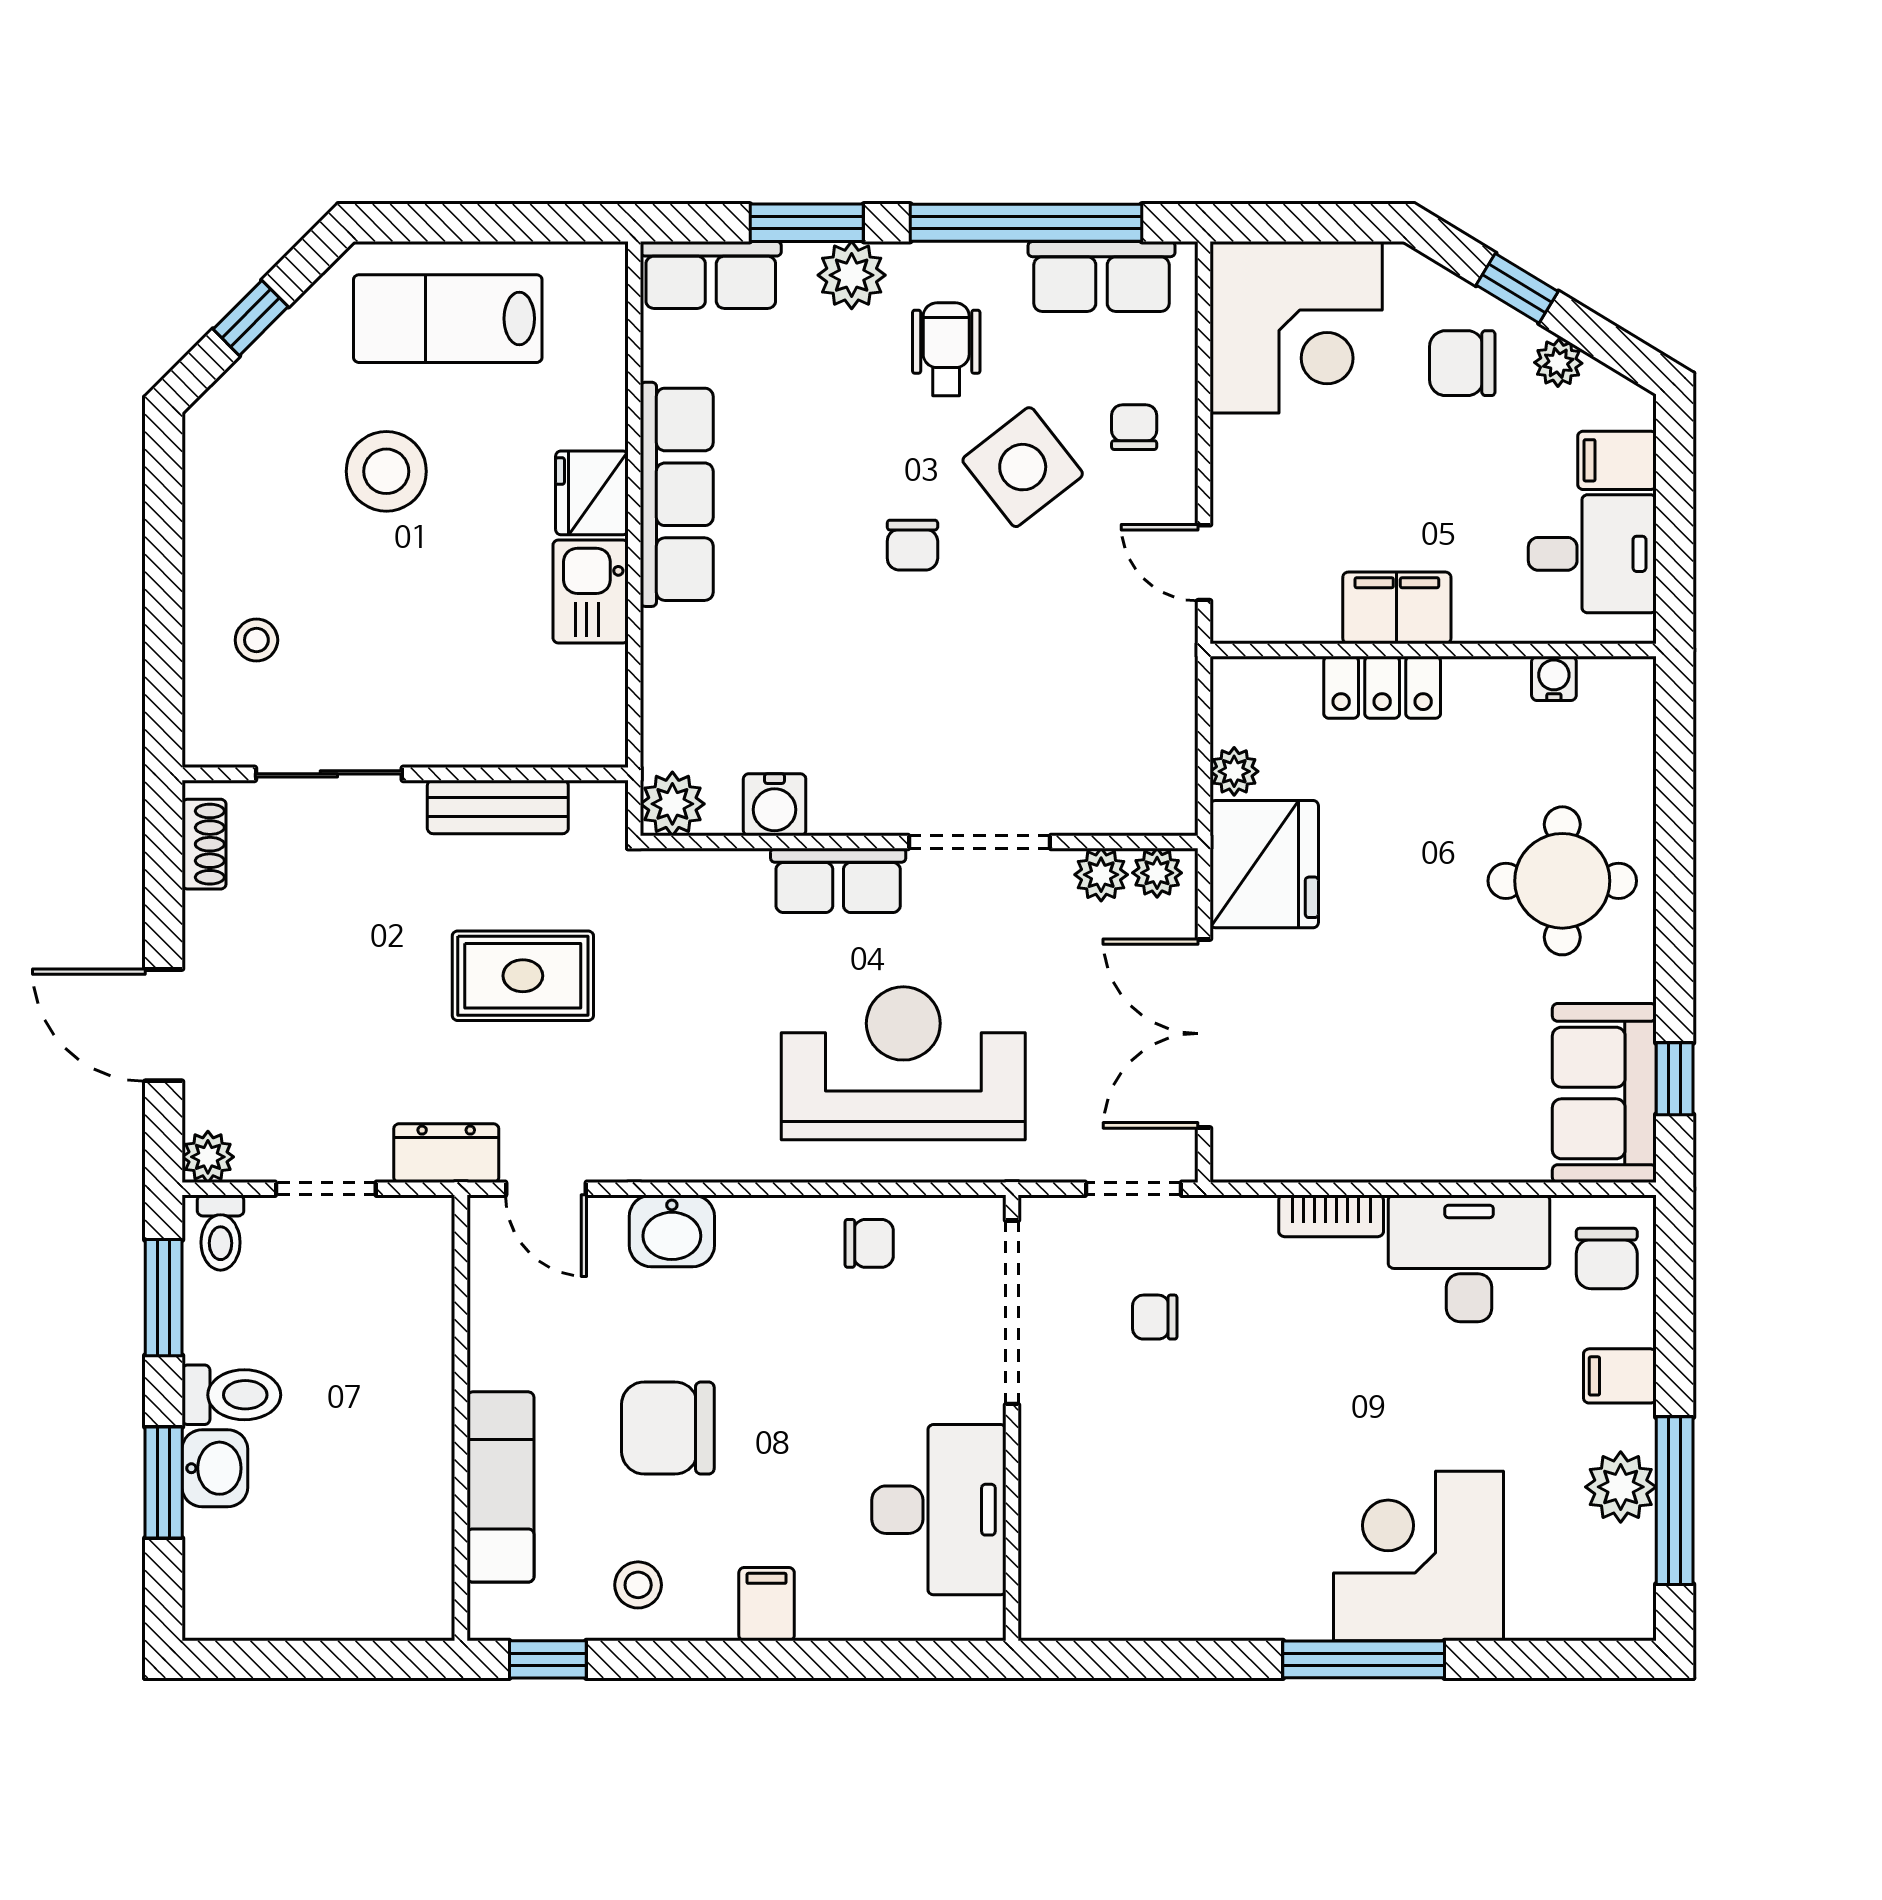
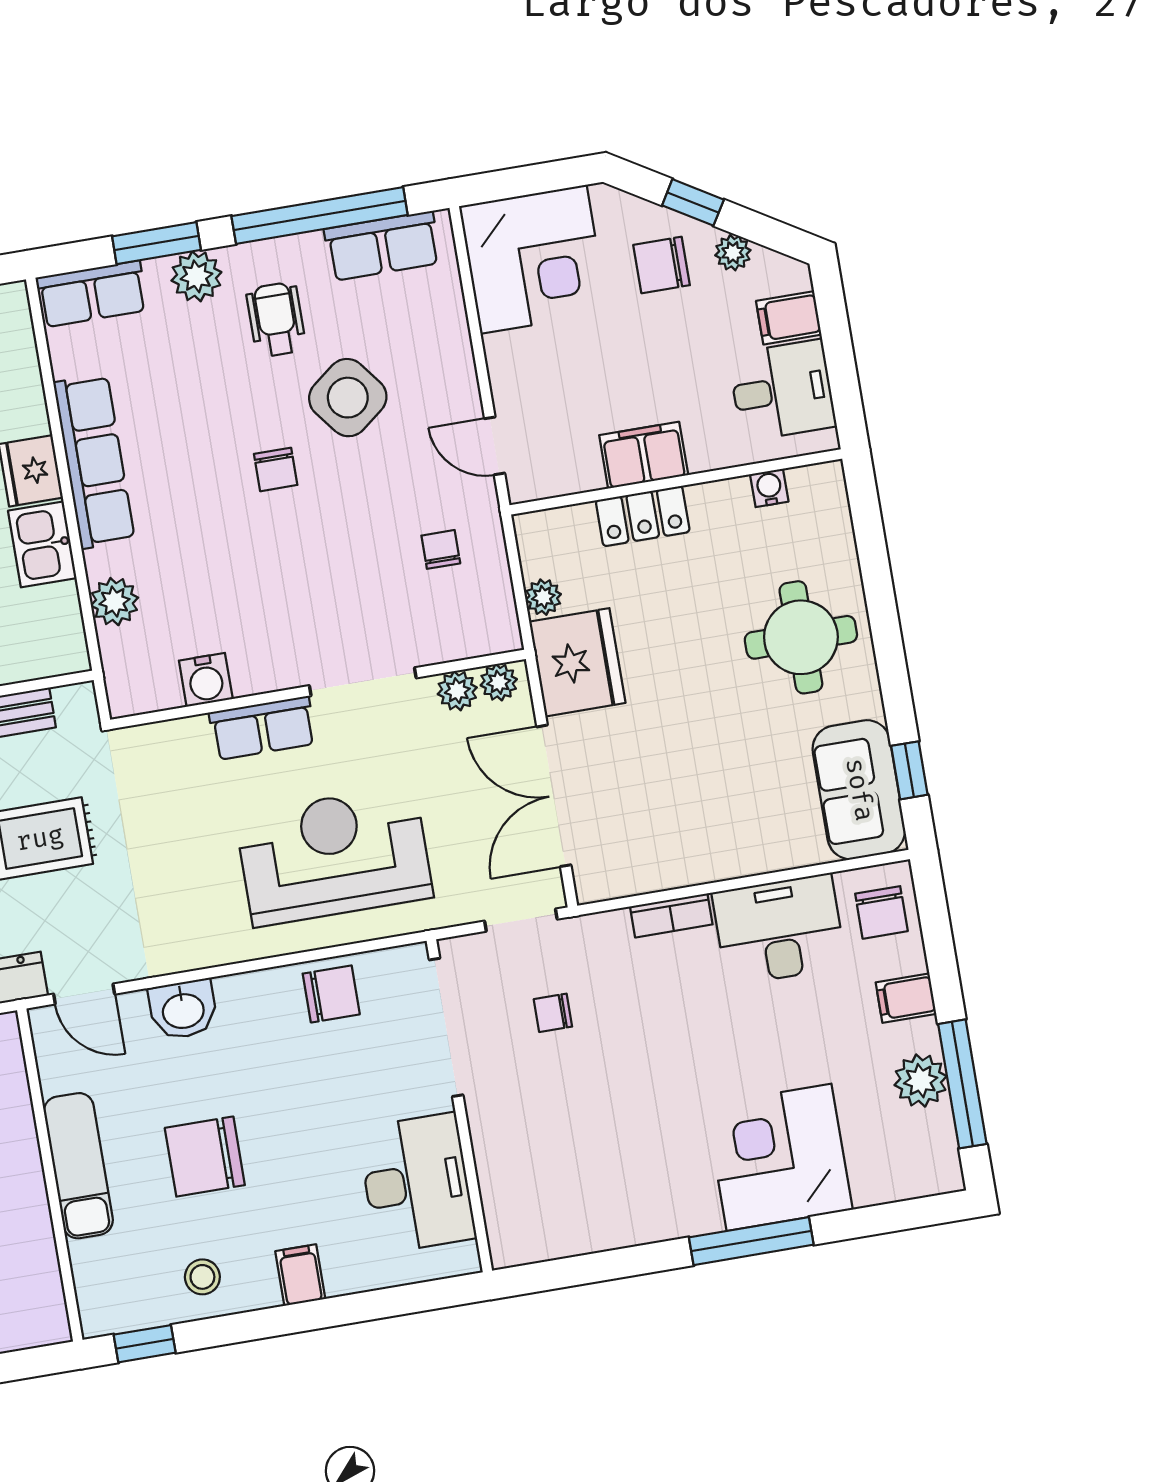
chair: (1134, 427) -> (441, 549), moved
plant: (672, 804) -> (114, 602), moved
chair: (869, 1243) -> (331, 994), width x1.37, depth x1.37
exam couch: (500, 1487) -> (78, 1166), moved

